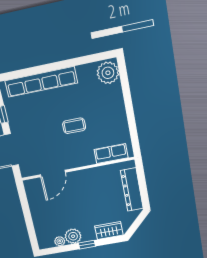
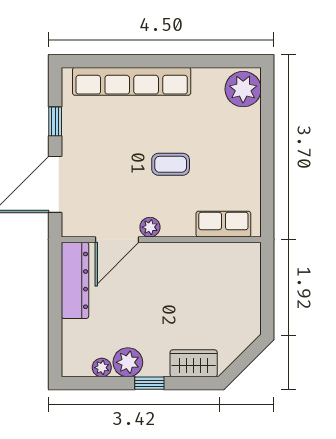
plant: (70, 163) -> (150, 227), added
dresser: (132, 190) -> (75, 280), moved, turned 180

